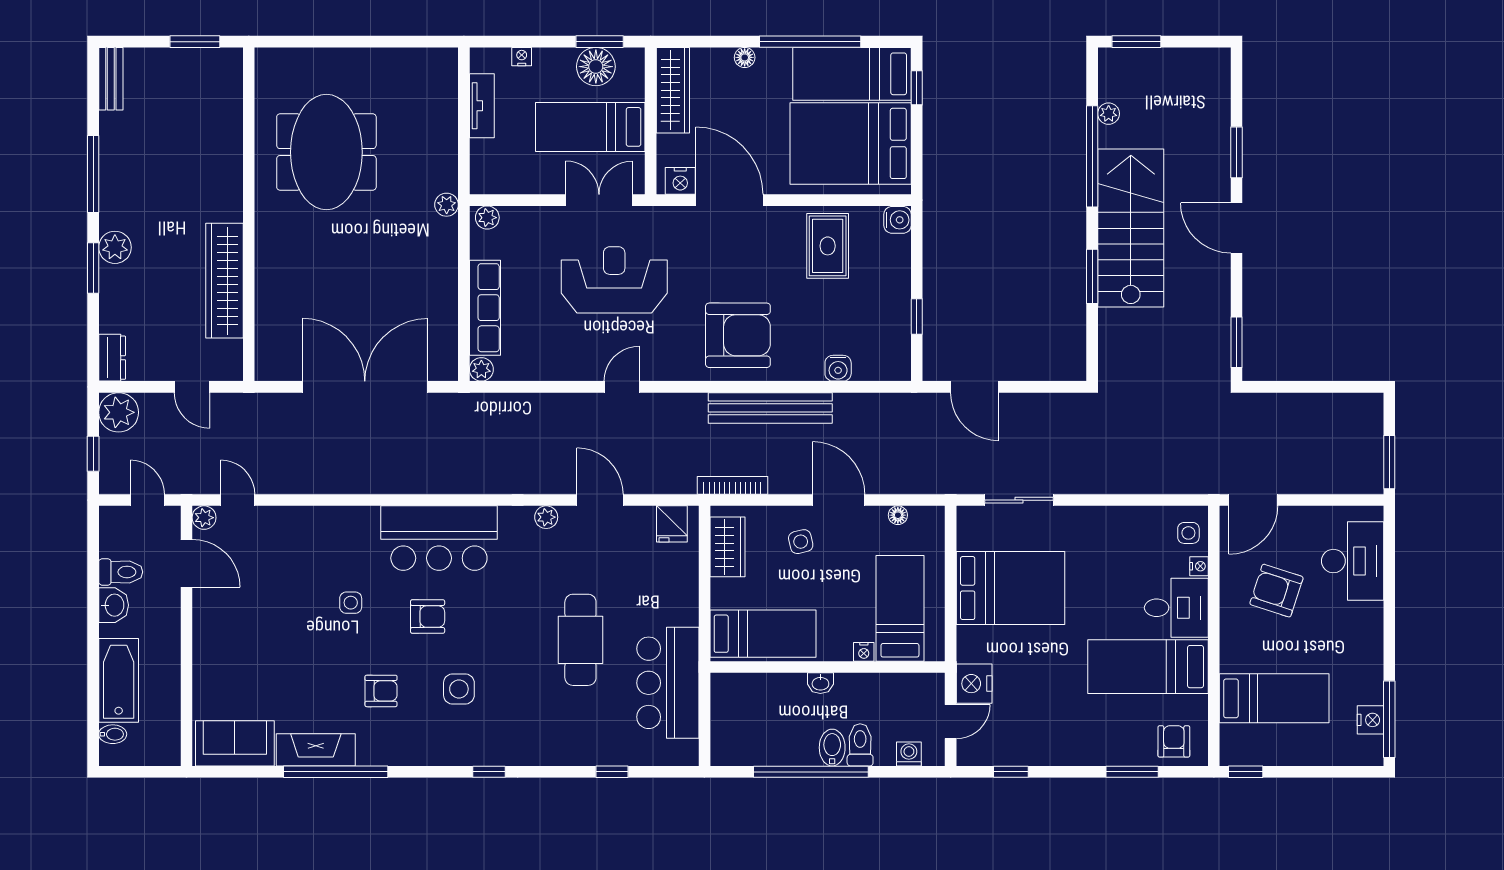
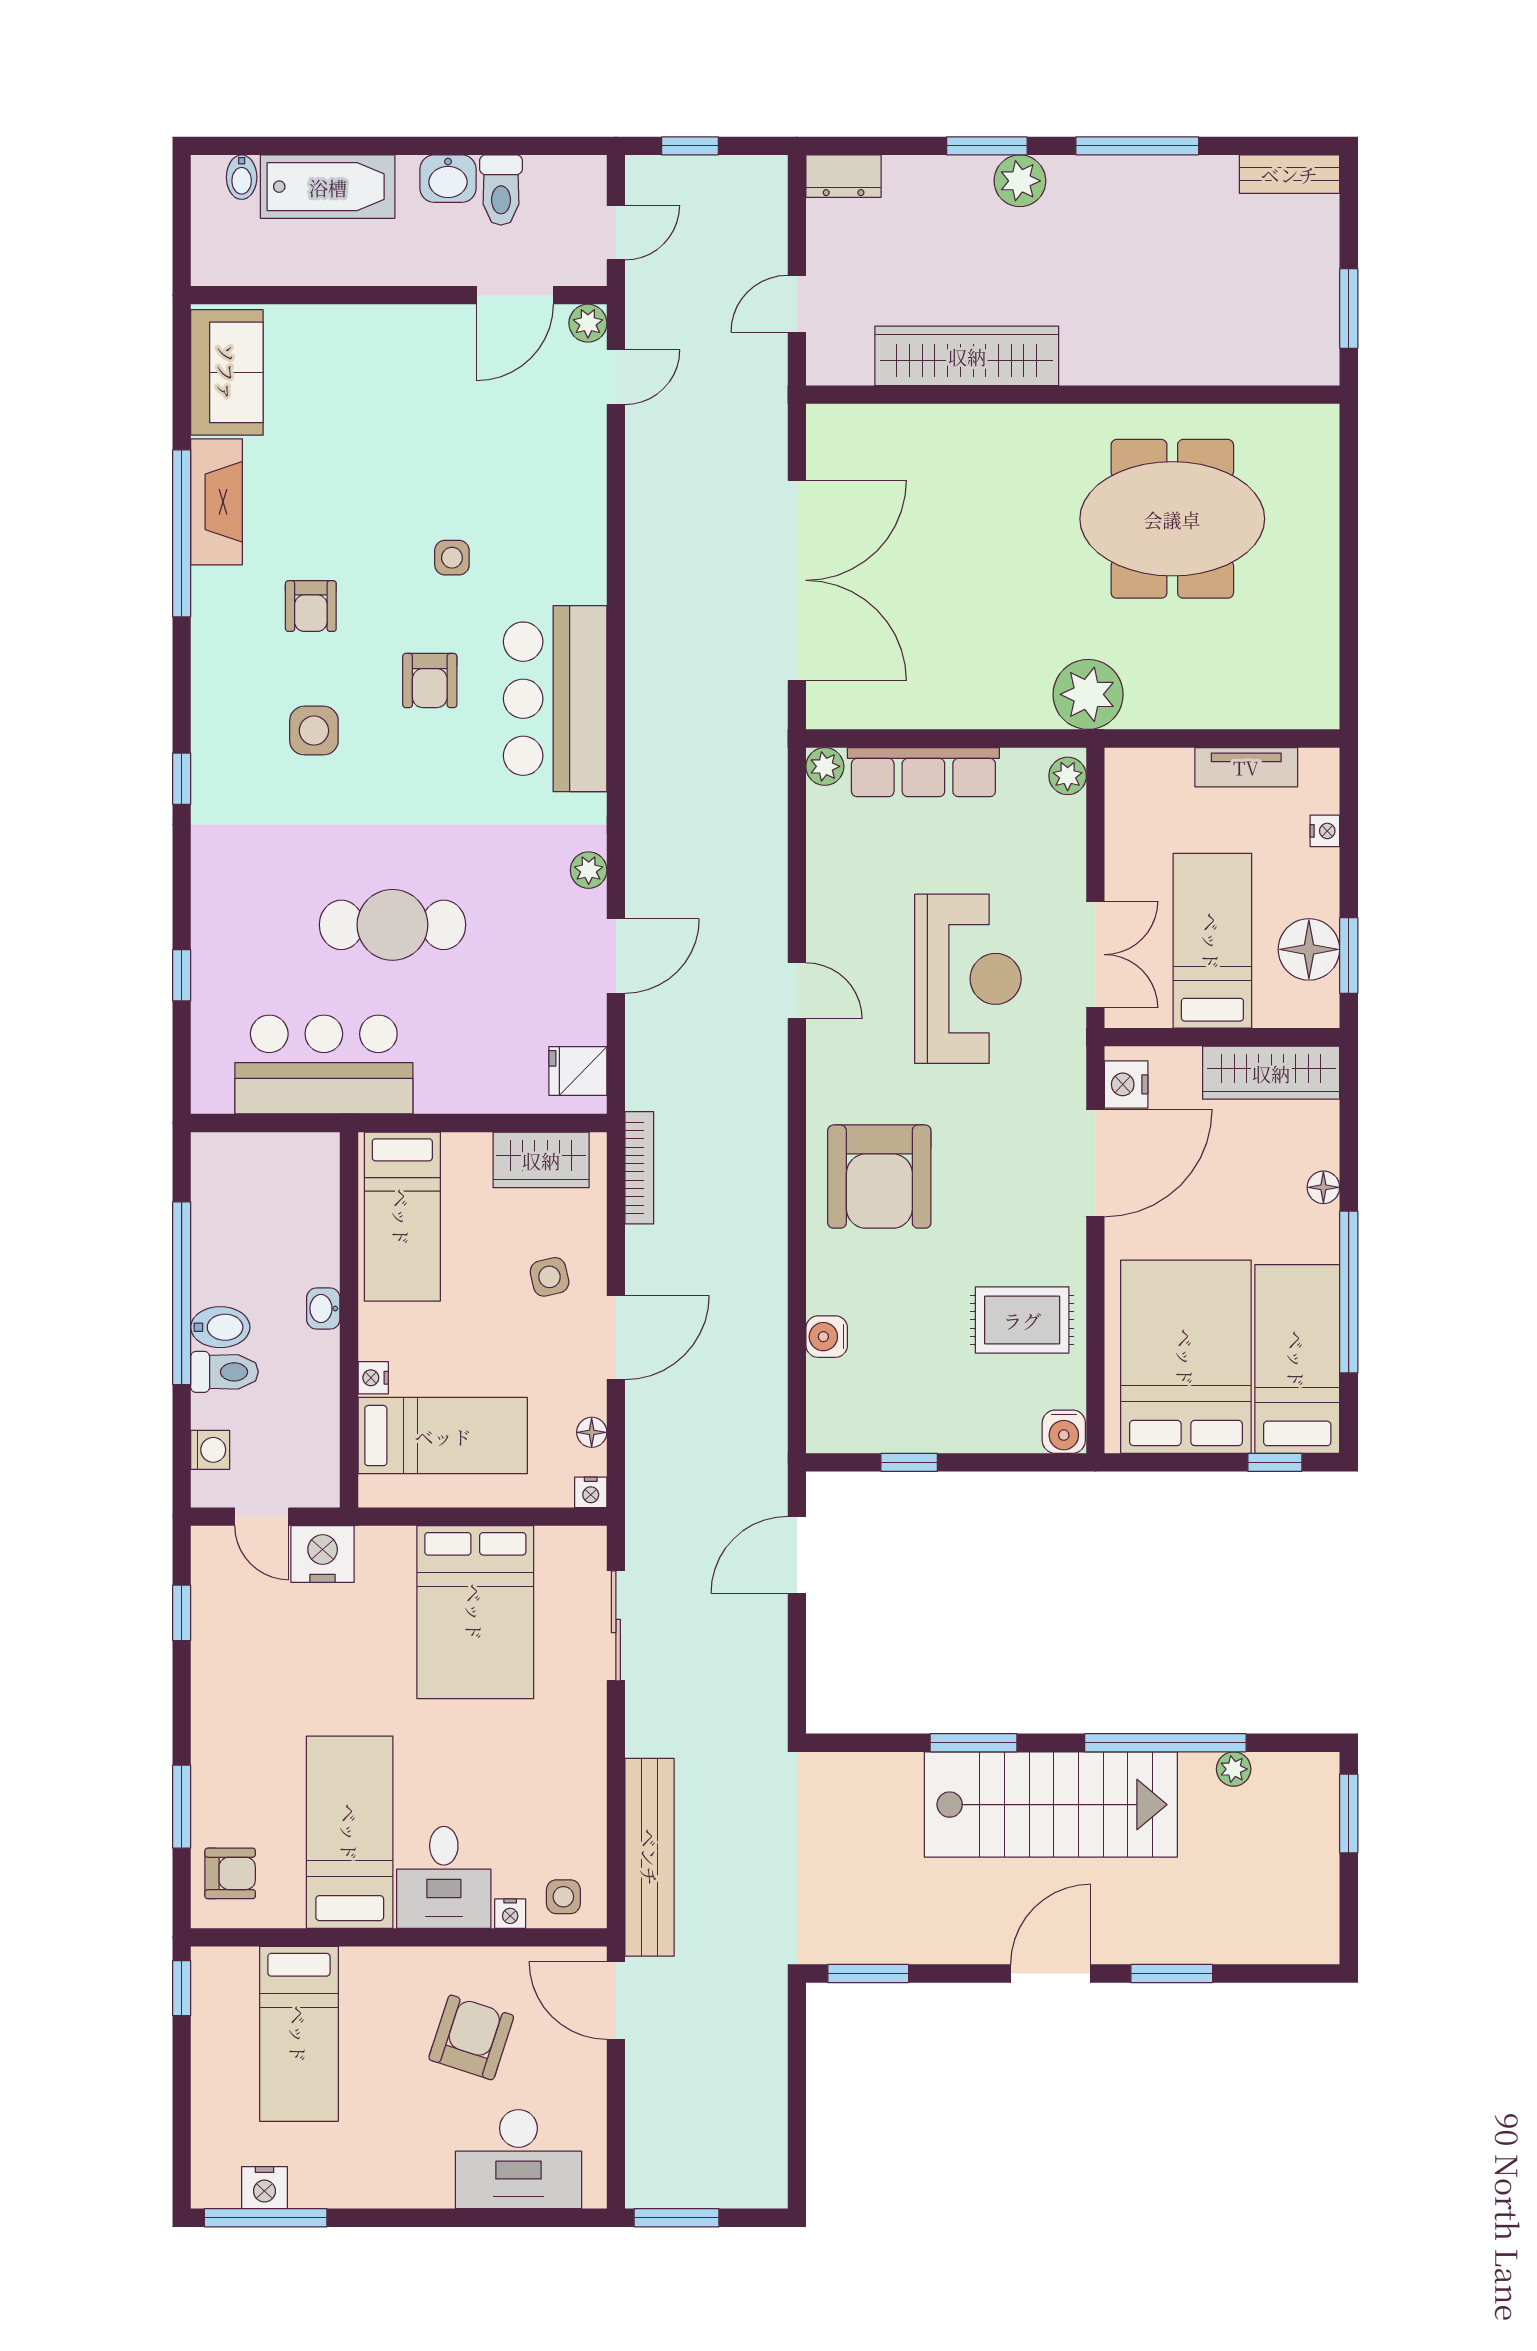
plant: (447, 205) -> (1088, 694), width x1.88, depth x1.88
bench: (770, 408) -> (650, 1857), moved
plant: (119, 412) -> (756, 187), removed
nightstand: (935, 516) -> (591, 1492), added

